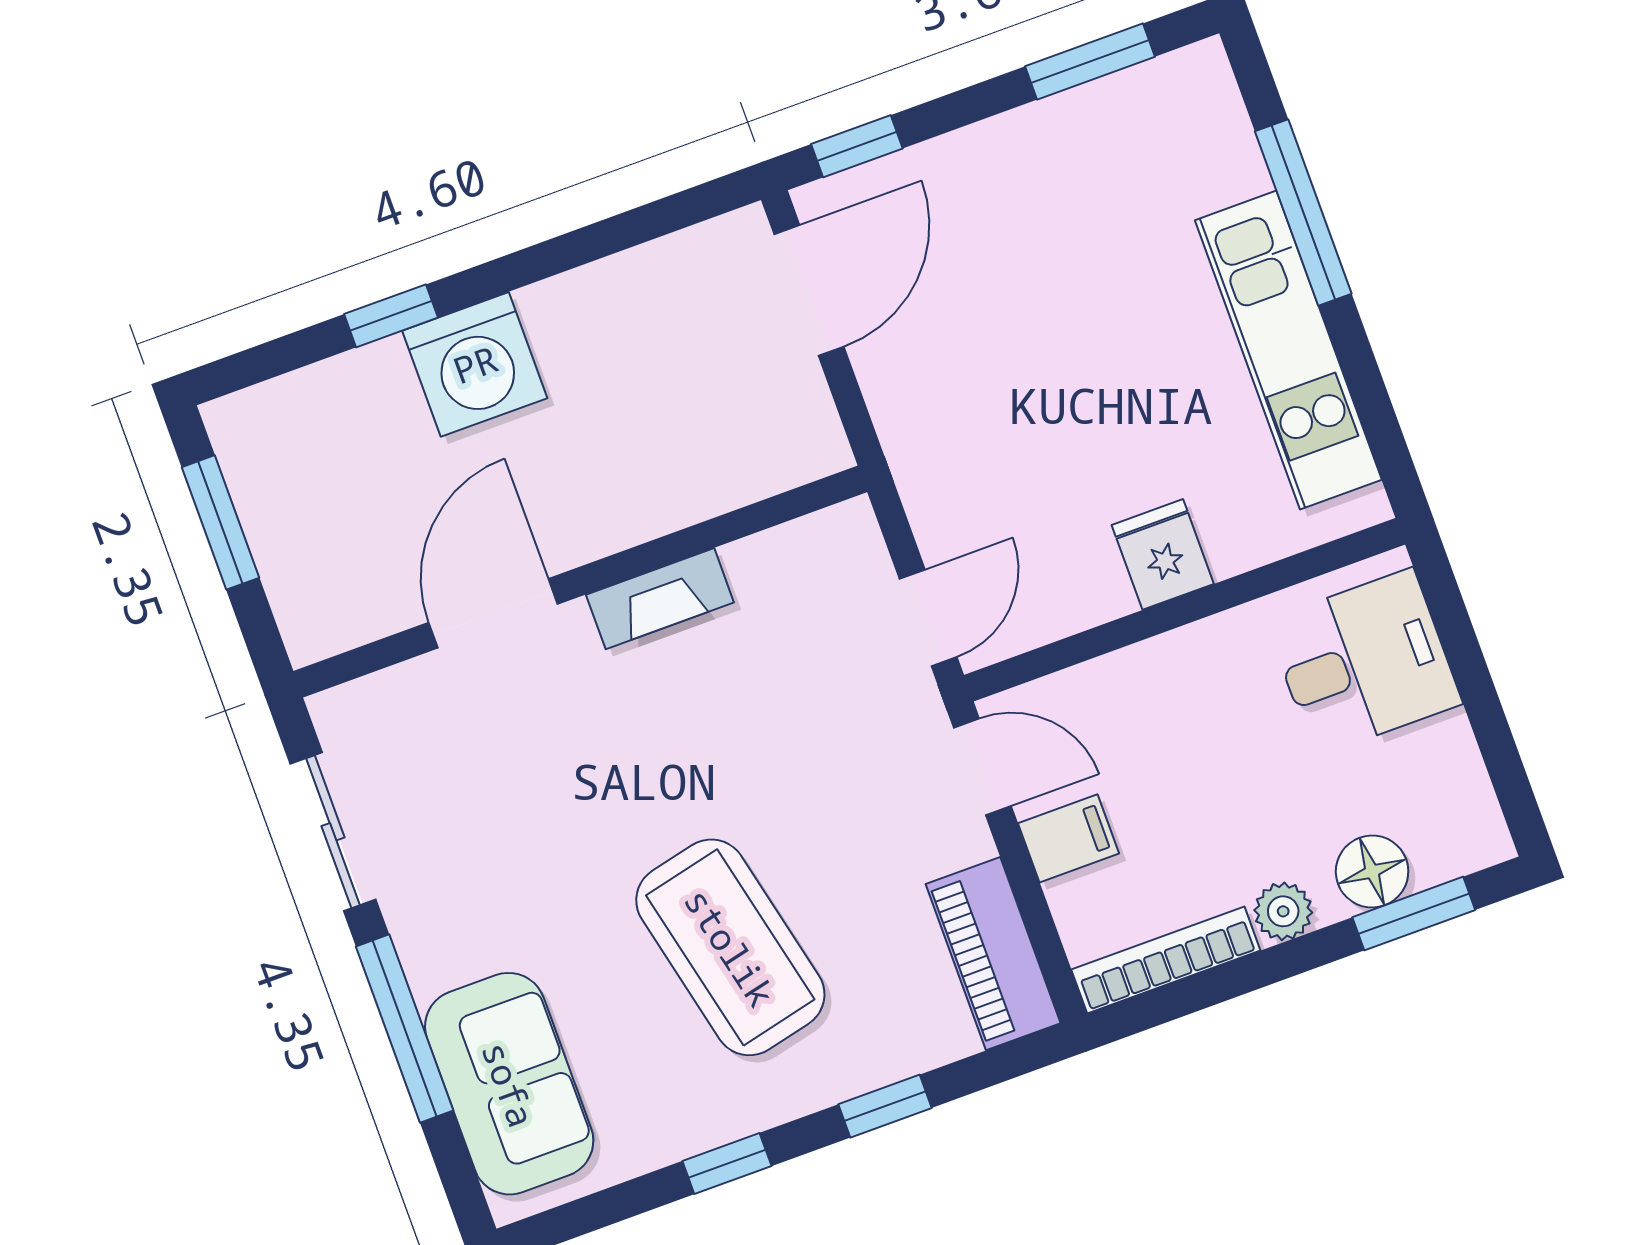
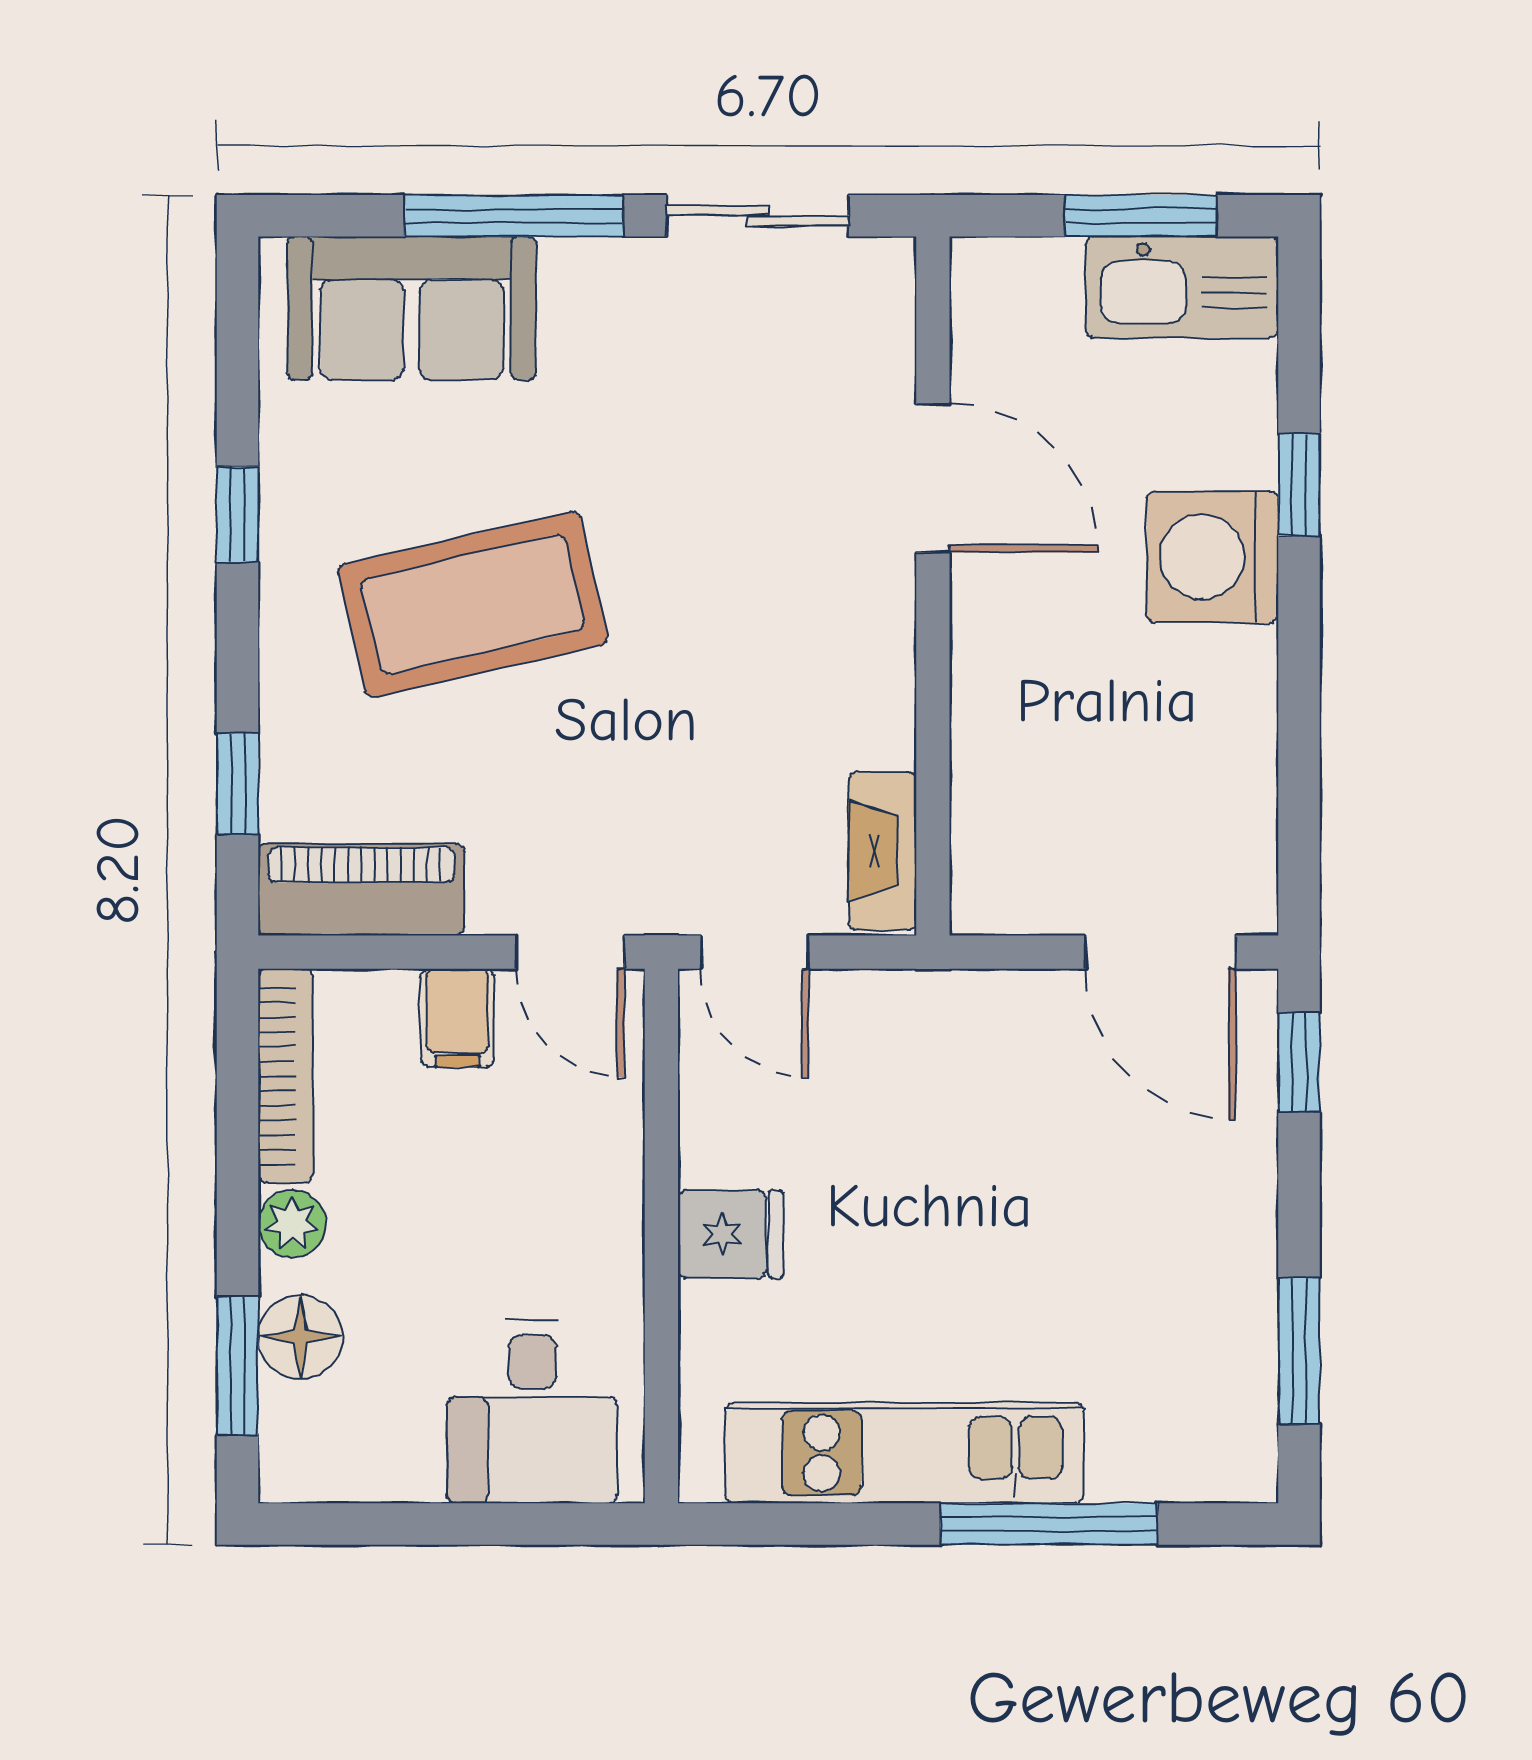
kitchen sink: (266, 468) -> (1182, 287), added
fireplace: (660, 599) -> (882, 851), moved
door: (982, 767) -> (570, 952), hinge flipped
window: (885, 1106) -> (238, 784), moved

